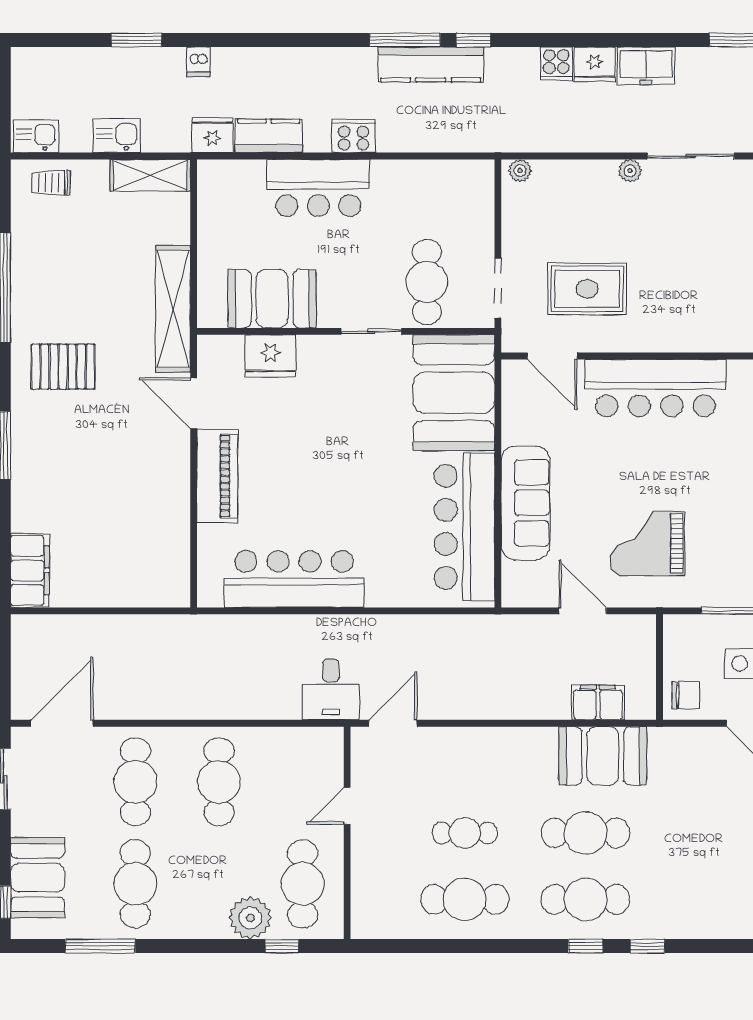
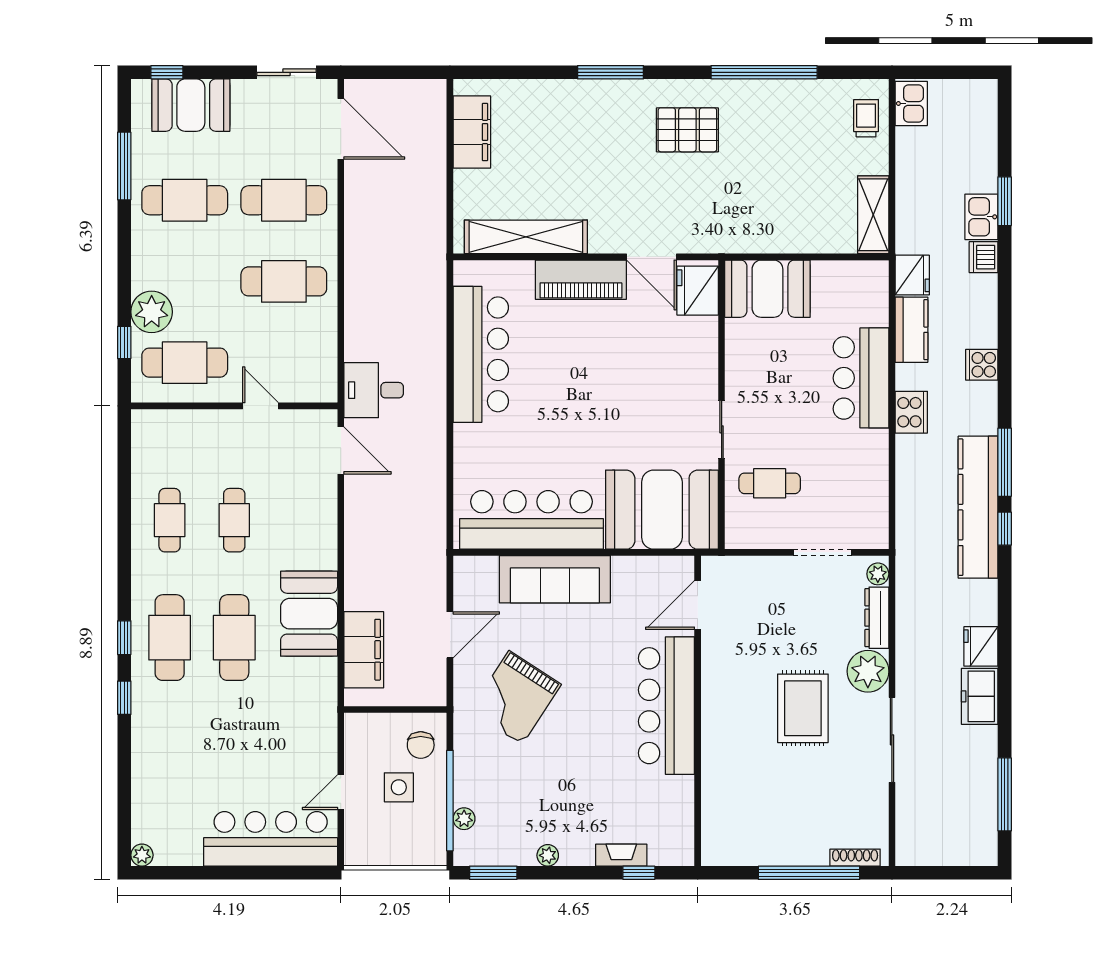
dishwasher: (198, 62) -> (984, 257), width x1.38
kitchen counter: (431, 64) -> (978, 507), width x1.39, depth x1.17
cooker: (556, 64) -> (982, 365), moved
kitchen sink: (117, 136) -> (981, 217), moved, turned 180
plant: (630, 171) -> (868, 671), width x1.87, depth x1.87
dresser: (565, 172) -> (877, 618), added
cafe table: (427, 282) -> (770, 483), width x0.73, depth x0.74
doorway: (498, 288) -> (823, 552), moved
rug: (587, 289) -> (803, 708), moved
booth: (272, 299) -> (767, 289), moved, turned 90
shelving: (173, 309) -> (526, 237), moved
fridge: (270, 356) -> (698, 291), moved
pallet: (63, 367) -> (687, 130), turned 90
door: (194, 403) -> (652, 257), swing flipped
grand piano: (647, 543) -> (516, 698), turned -147
filing cabinet: (30, 570) -> (472, 132), moved, turned -90
chair: (686, 695) -> (421, 745), moved
filing cabinet: (598, 702) -> (364, 650), width x1.50, depth x1.17
booth: (603, 756) -> (309, 614), moved
cafe table: (465, 899) -> (170, 520), width x0.73, depth x0.74

